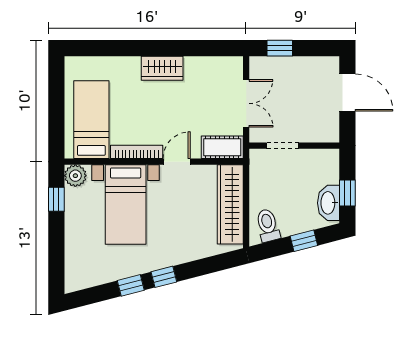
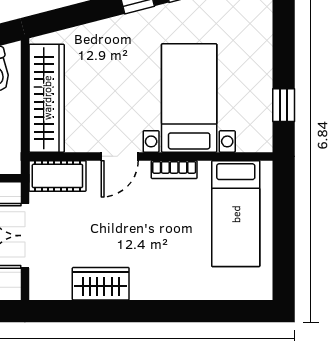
wardrobe: (162, 68) -> (101, 284), moved
bookcase: (137, 152) -> (174, 170), width x0.64
plant: (75, 176) -> (258, 137), removed

